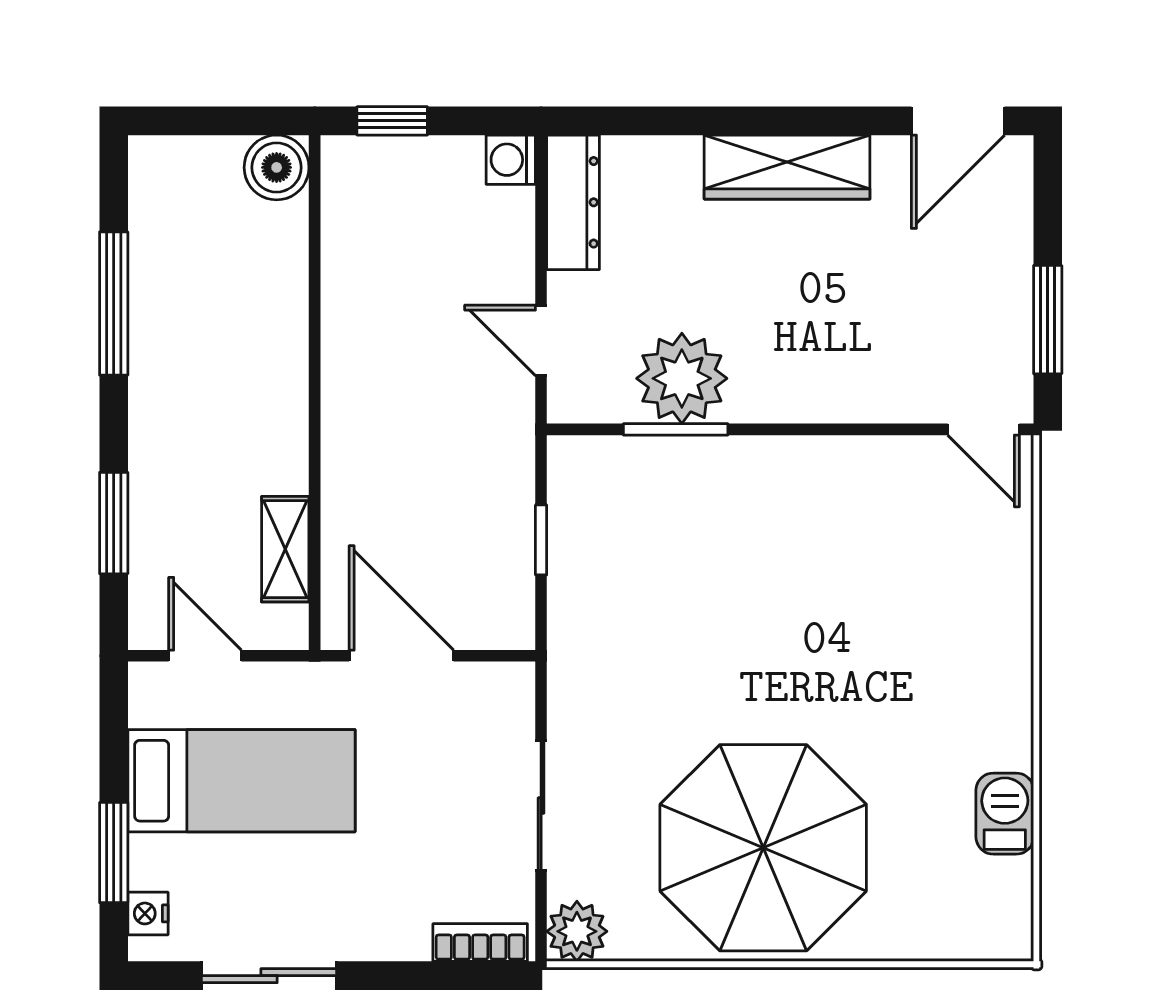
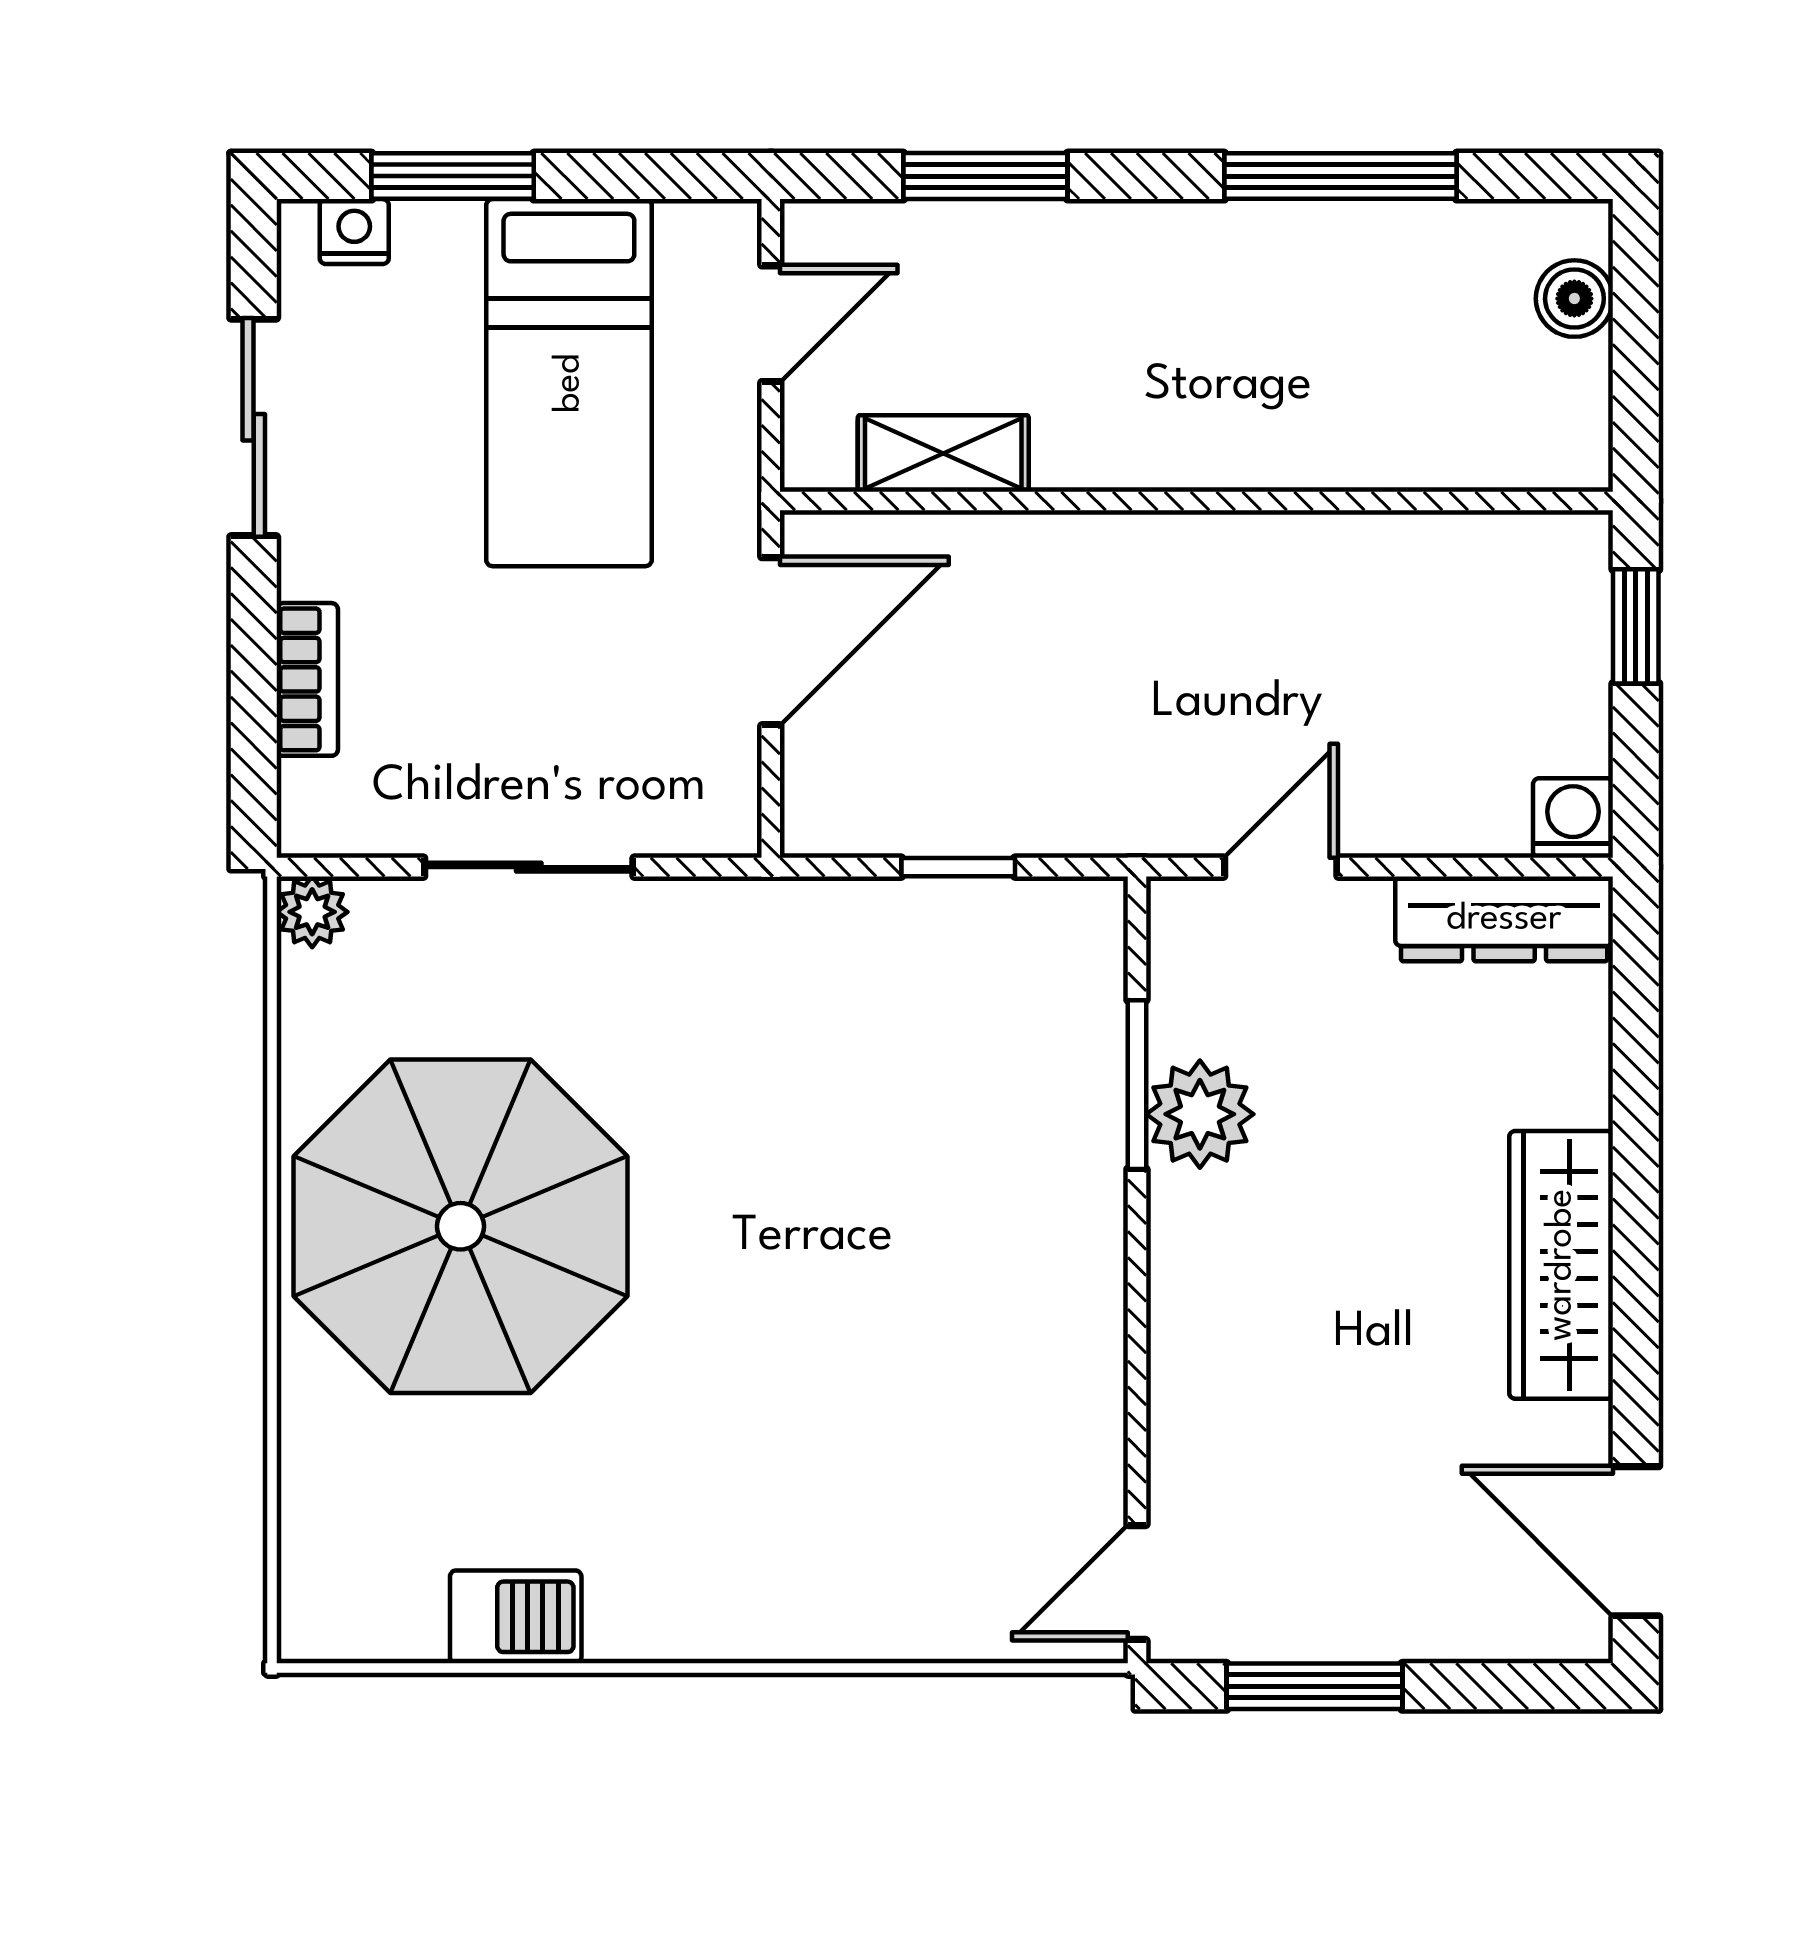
boiler: (277, 167) -> (1574, 299), moved, width x0.73, depth x0.73
plant: (682, 378) -> (1200, 1114), width x0.73, depth x0.73
plant: (577, 931) -> (312, 912), width x0.73, depth x0.73
bookcase: (480, 943) -> (307, 679), moved

